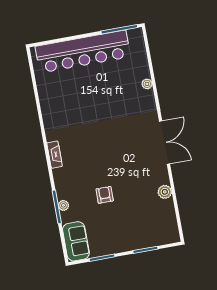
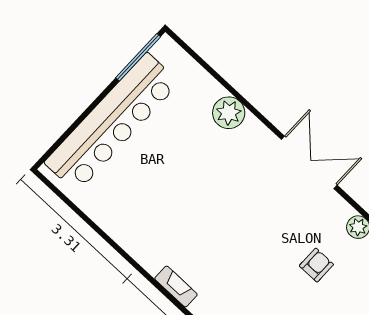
plant: (147, 84) -> (229, 113), width x1.88, depth x1.88
armchair: (105, 195) -> (316, 265), moved, turned 90

